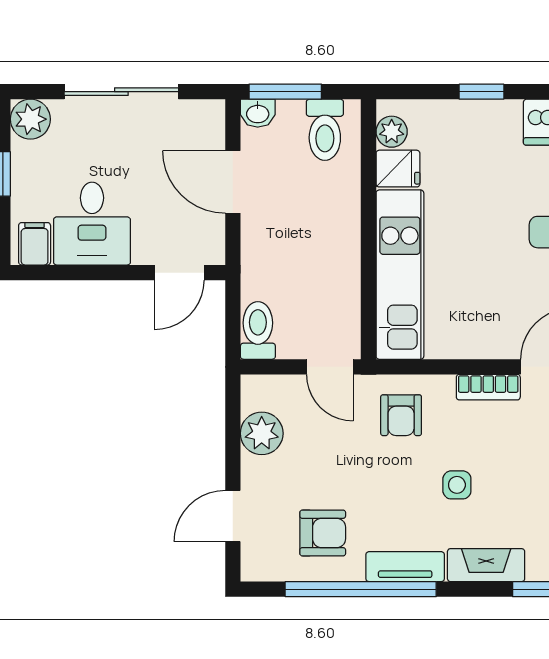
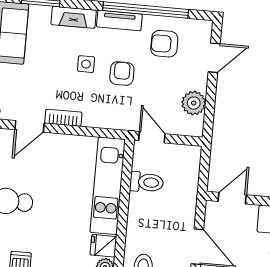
toilet: (258, 330) -> (147, 182), moved, turned -90
armchair: (401, 415) -> (122, 73), moved

